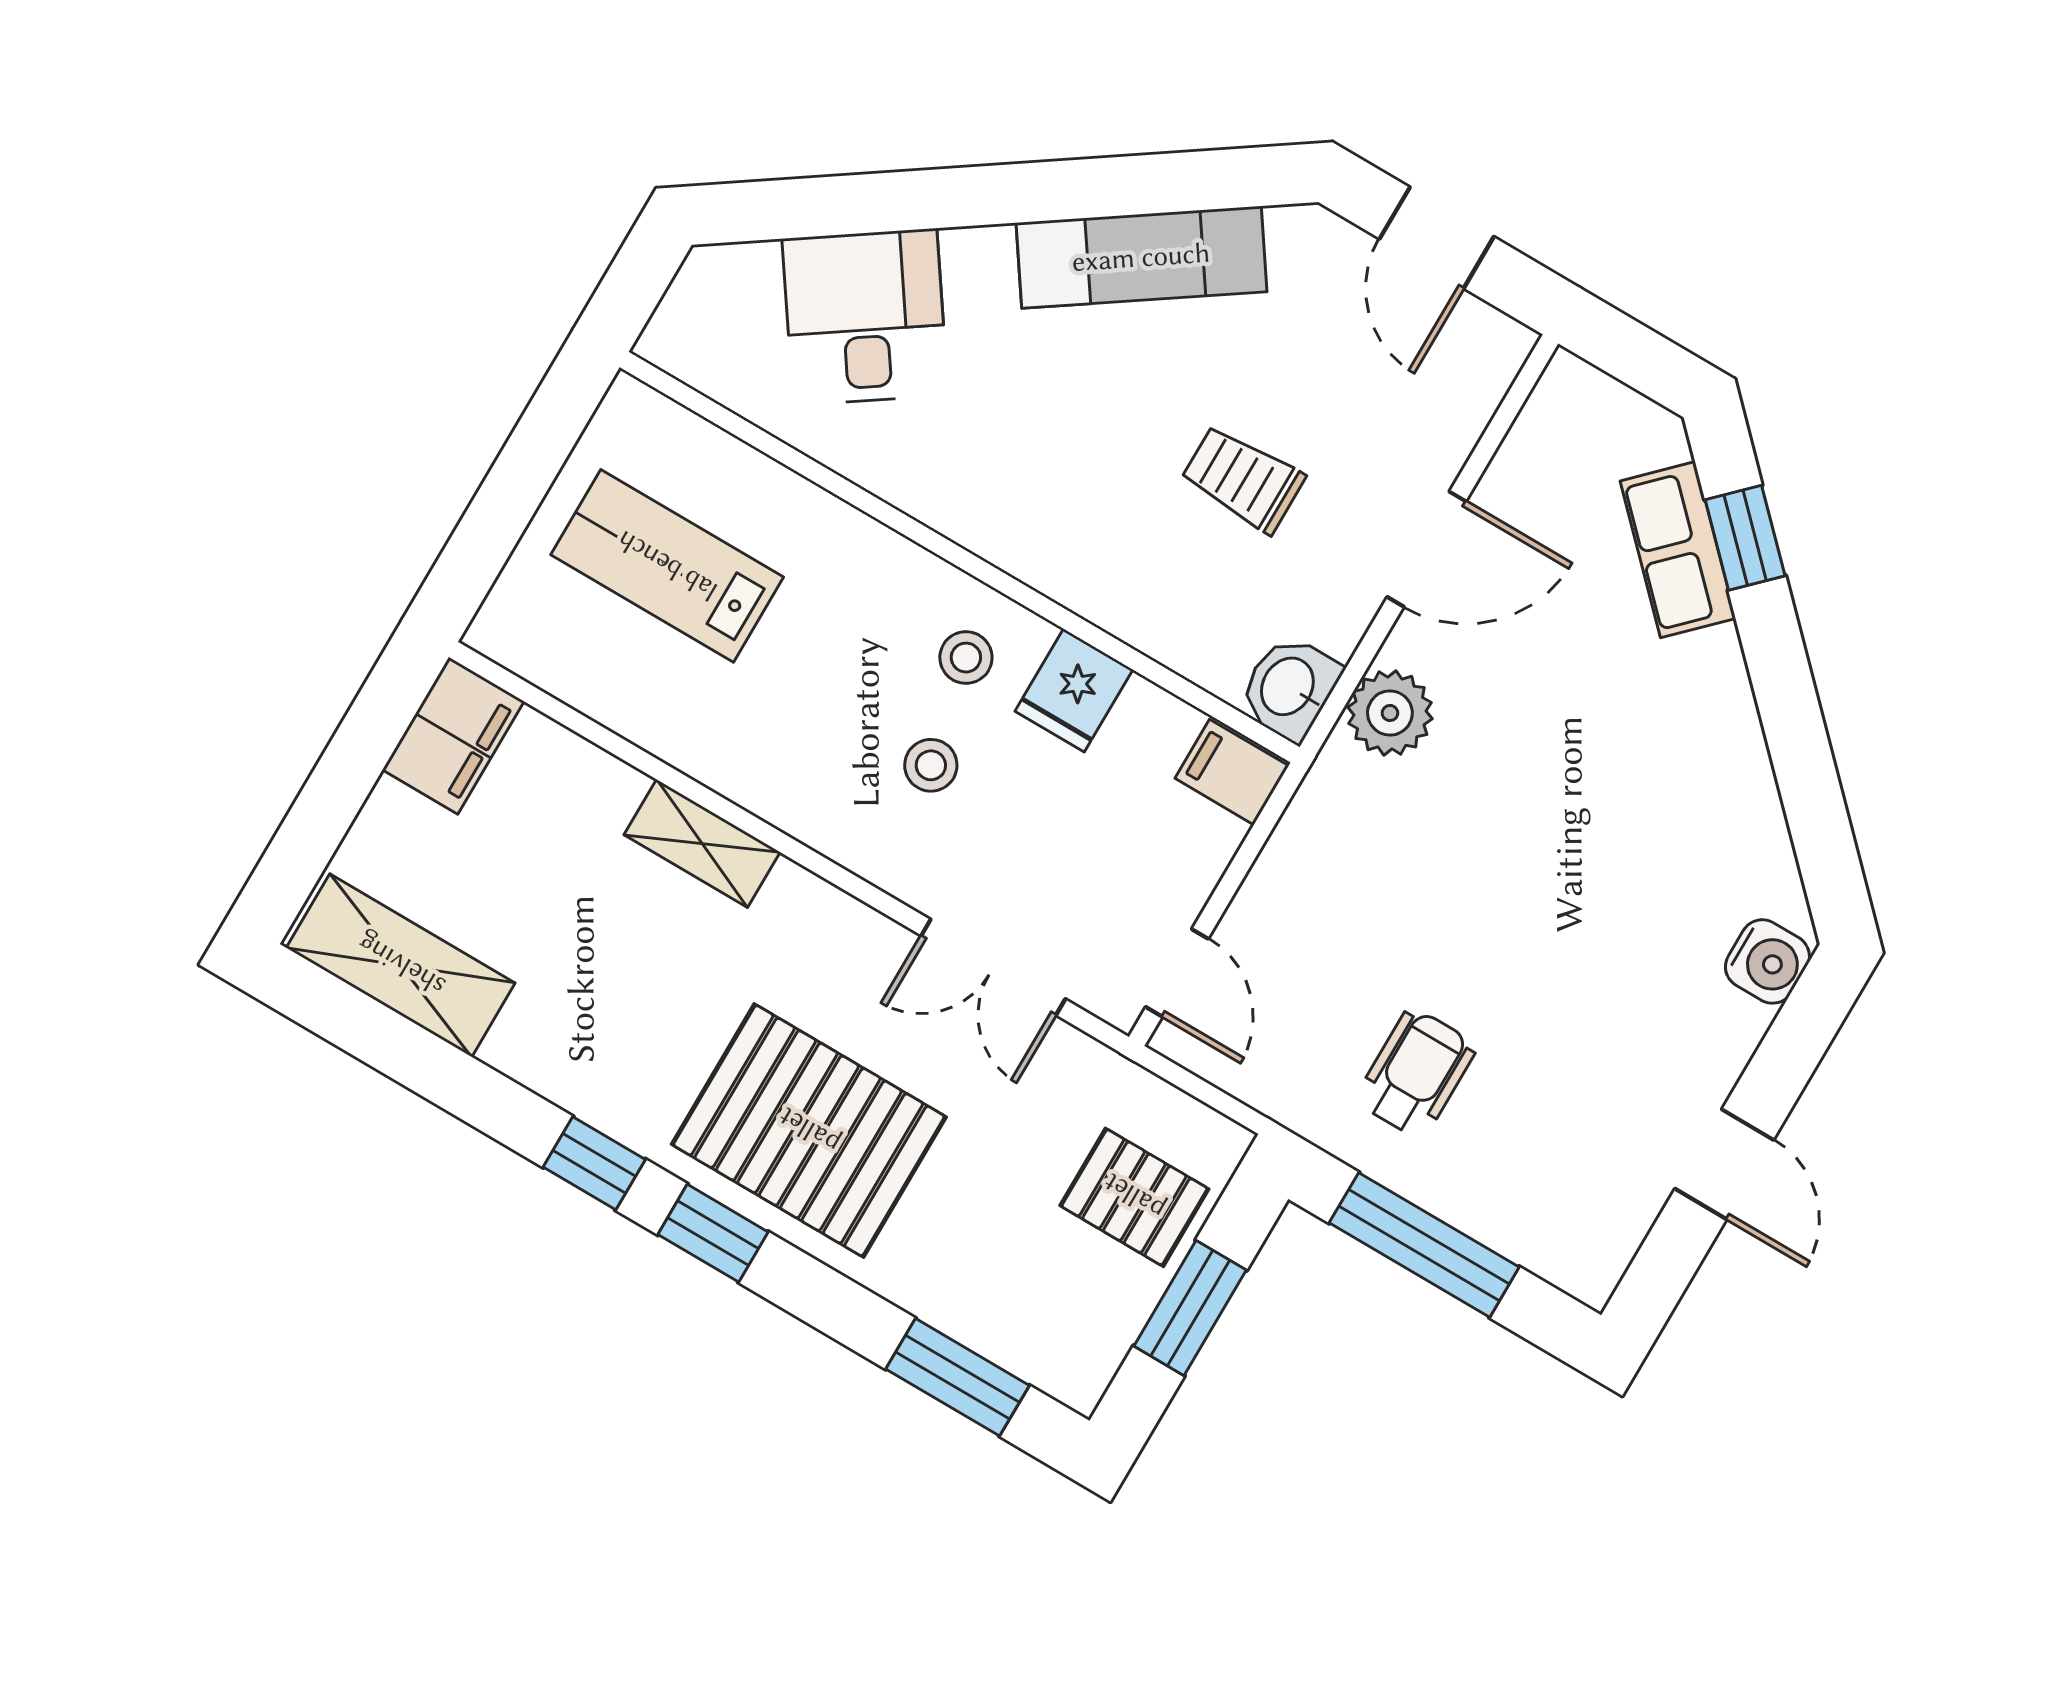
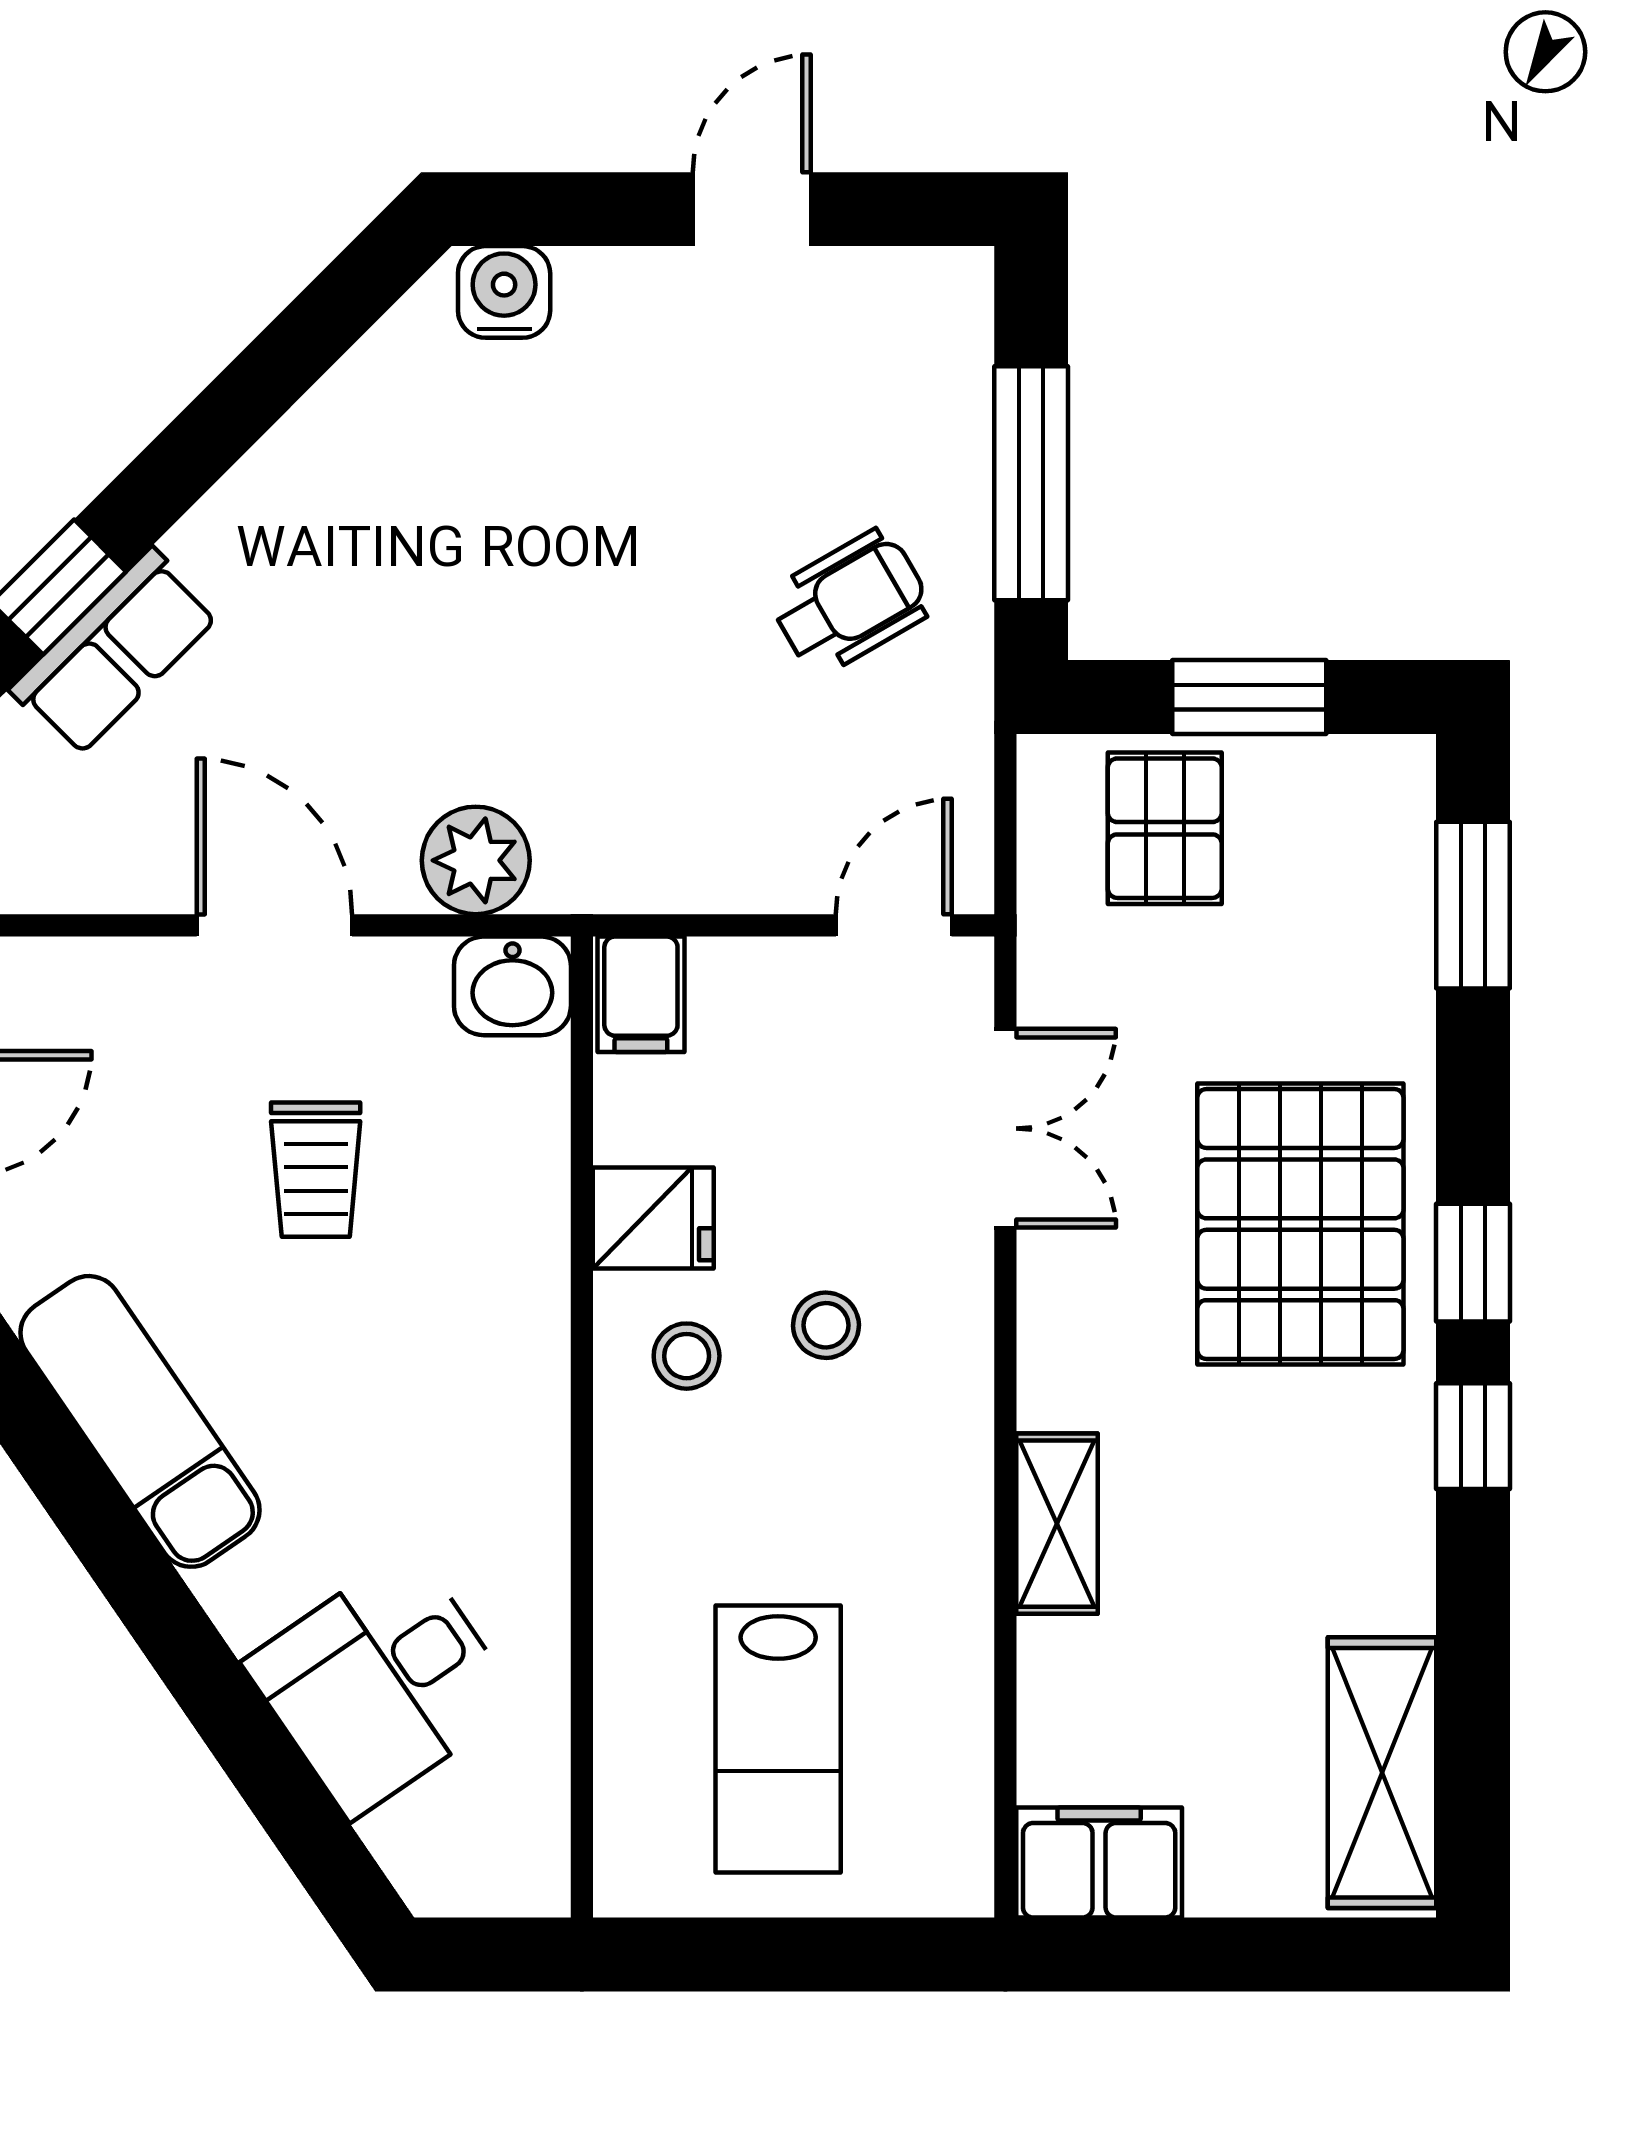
wheelchair: (1416, 1073) -> (850, 602), turned 150

